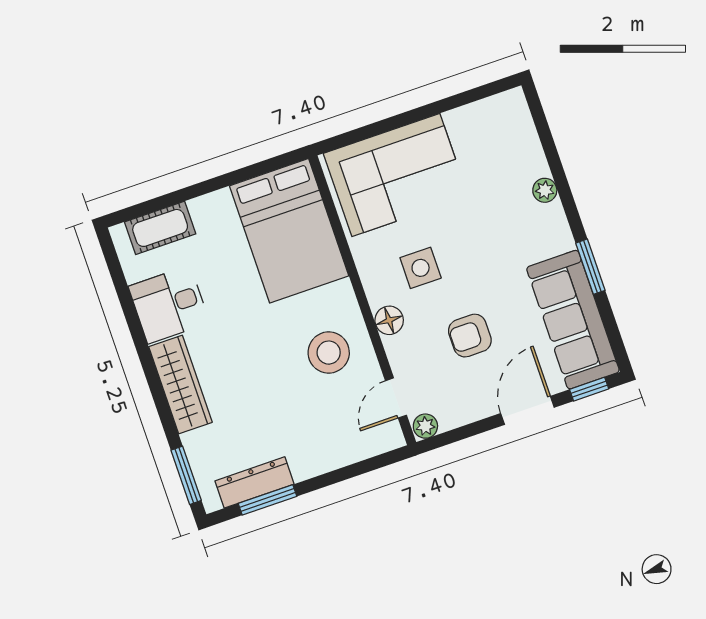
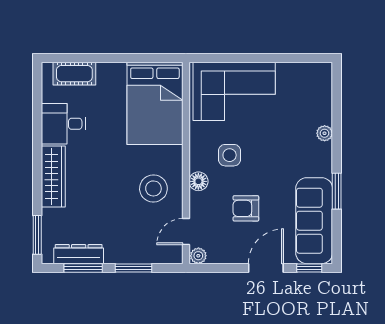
window: (339, 475) -> (133, 268), added

